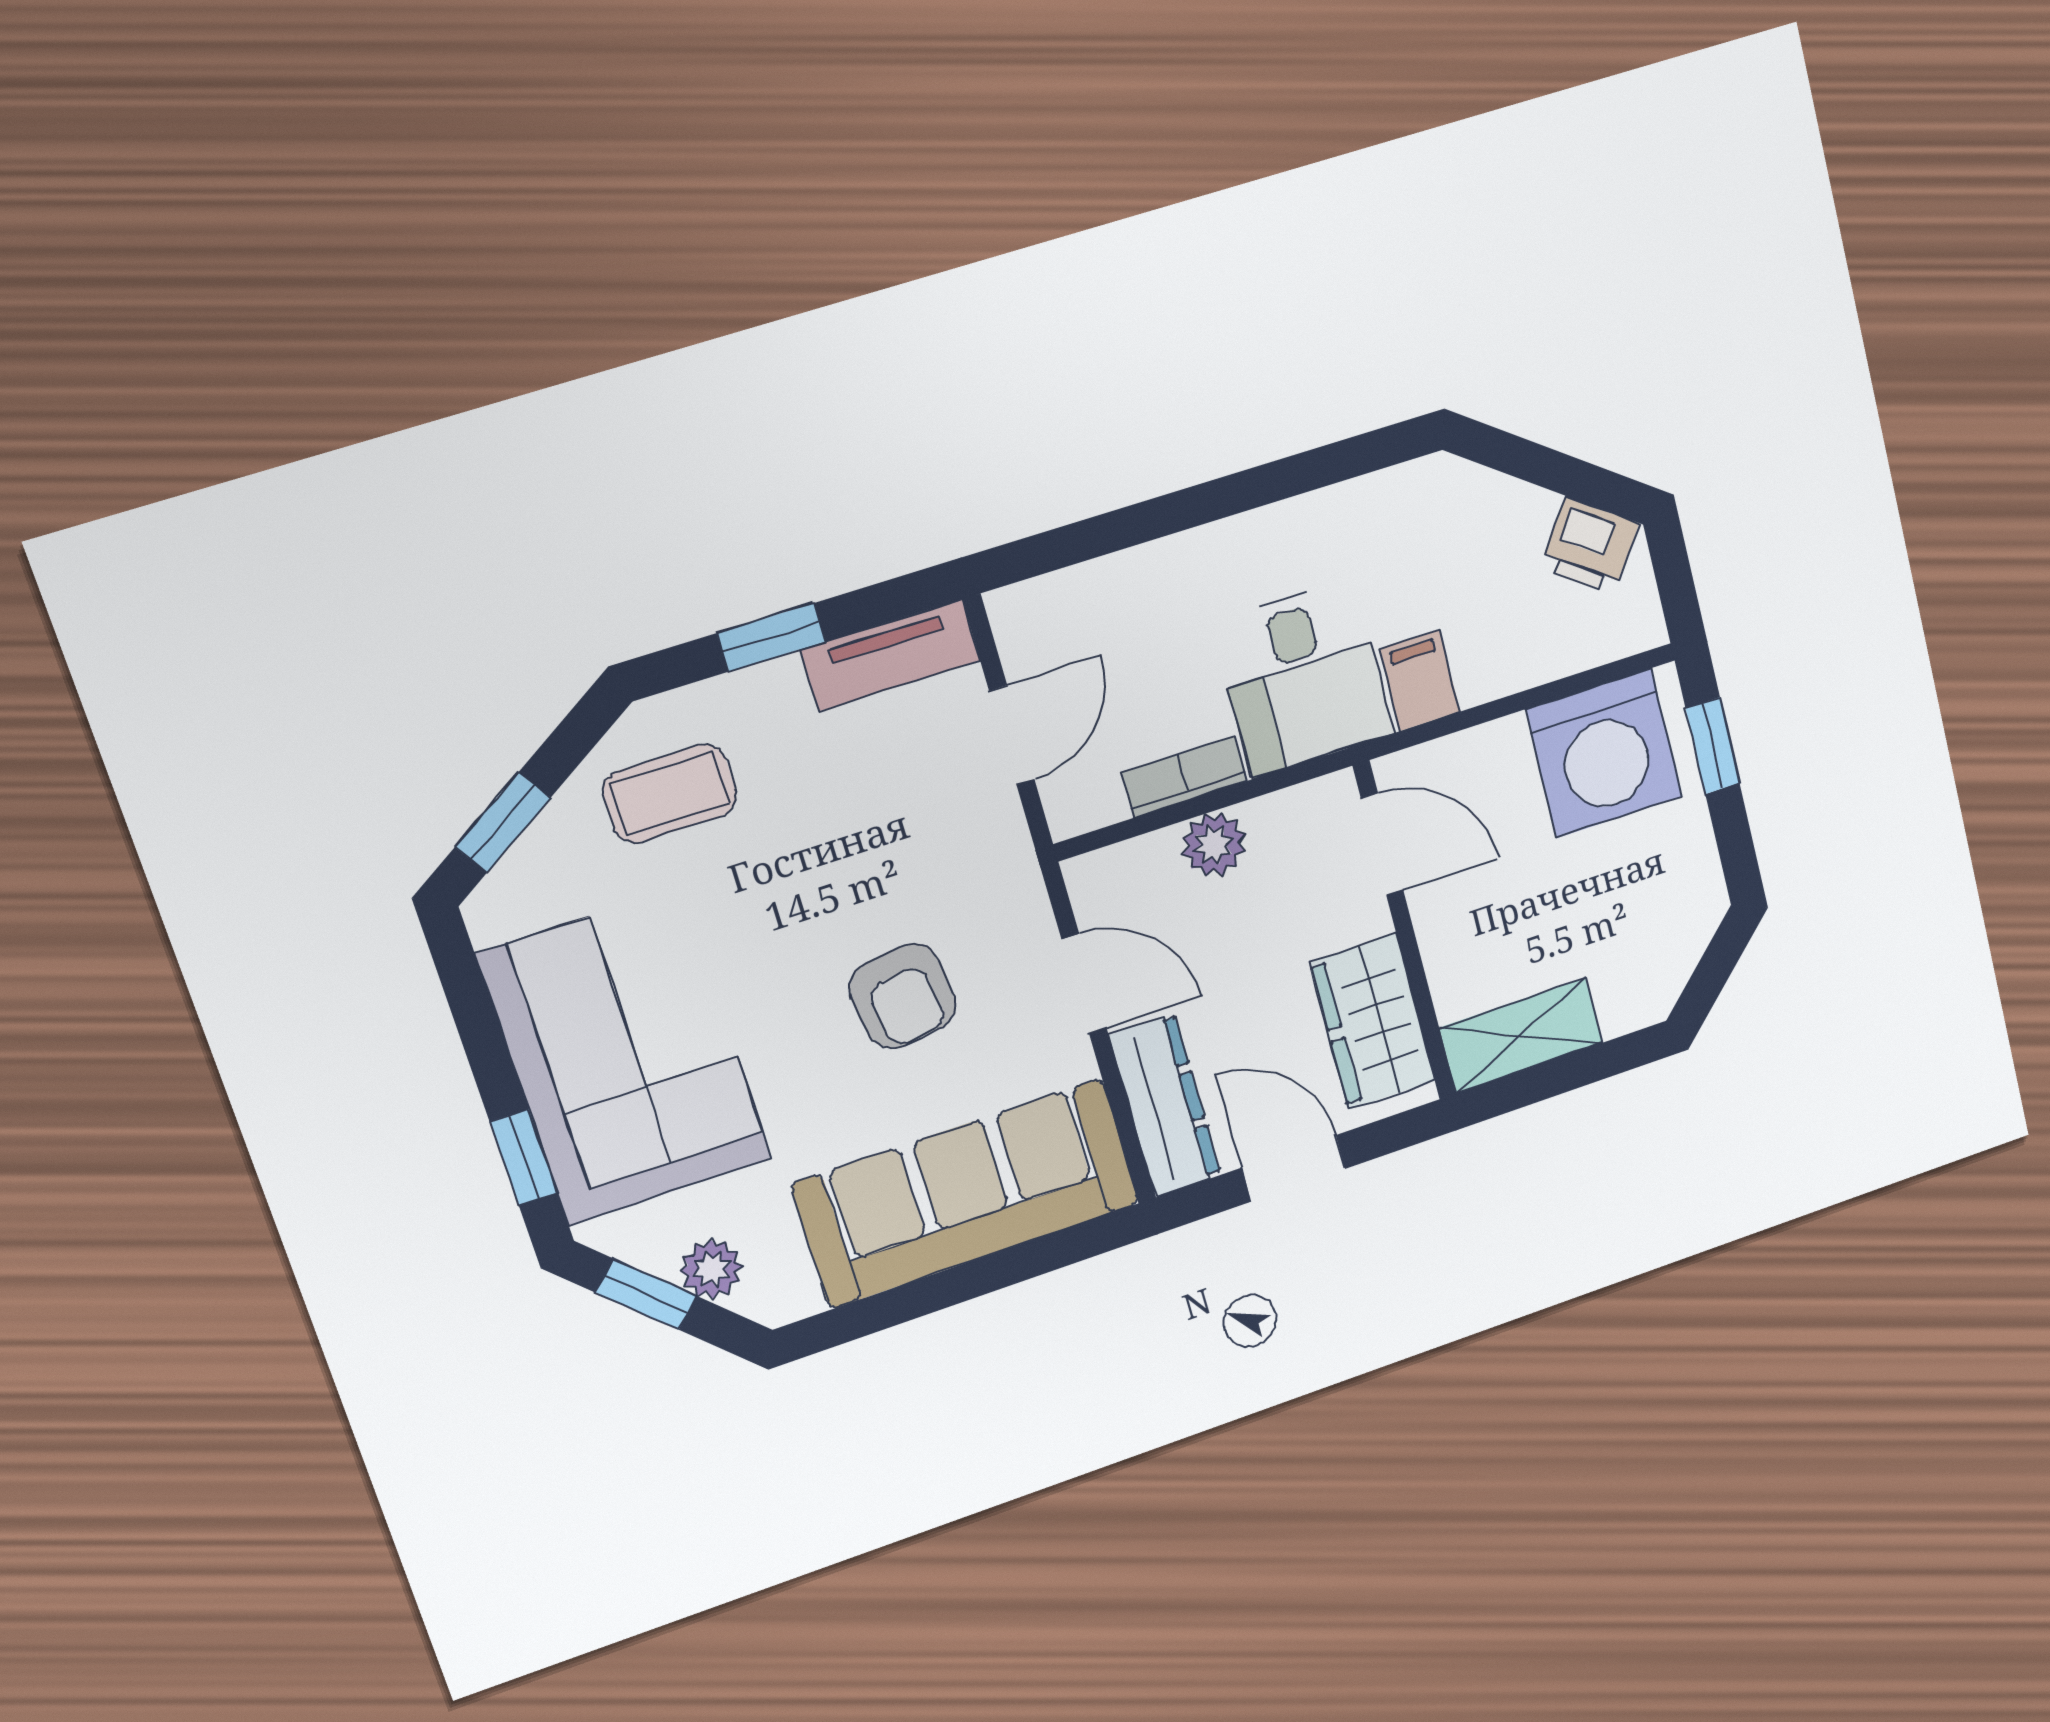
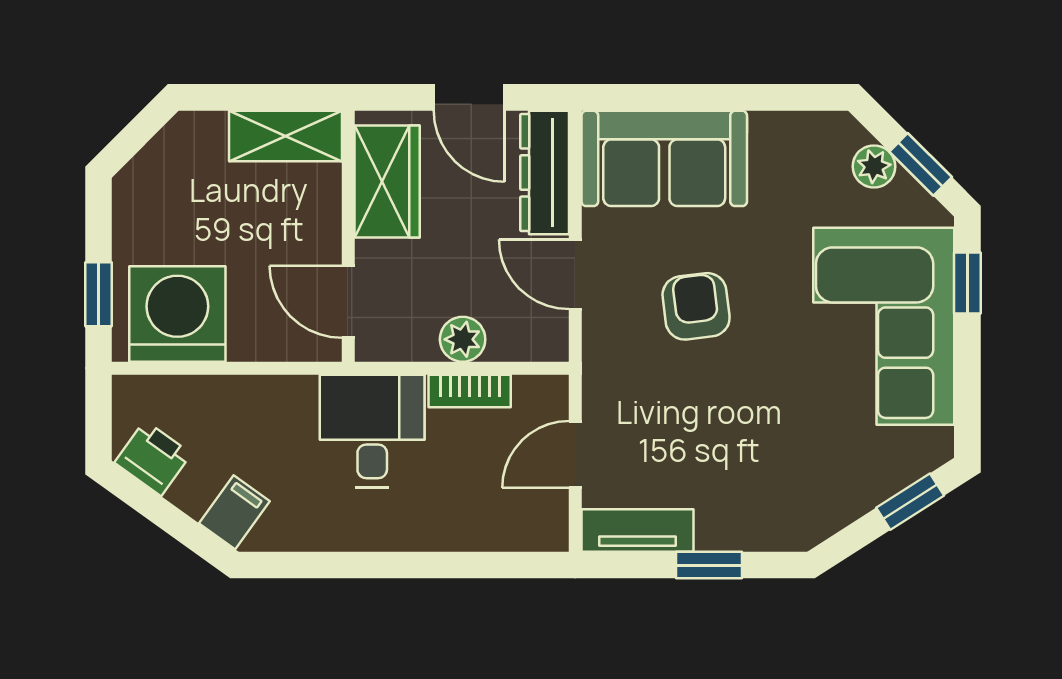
filing cabinet: (1420, 681) -> (234, 512), moved, turned -144
coffee table: (670, 794) -> (803, 487), removed
sofa: (967, 1194) -> (664, 158), width x0.73

